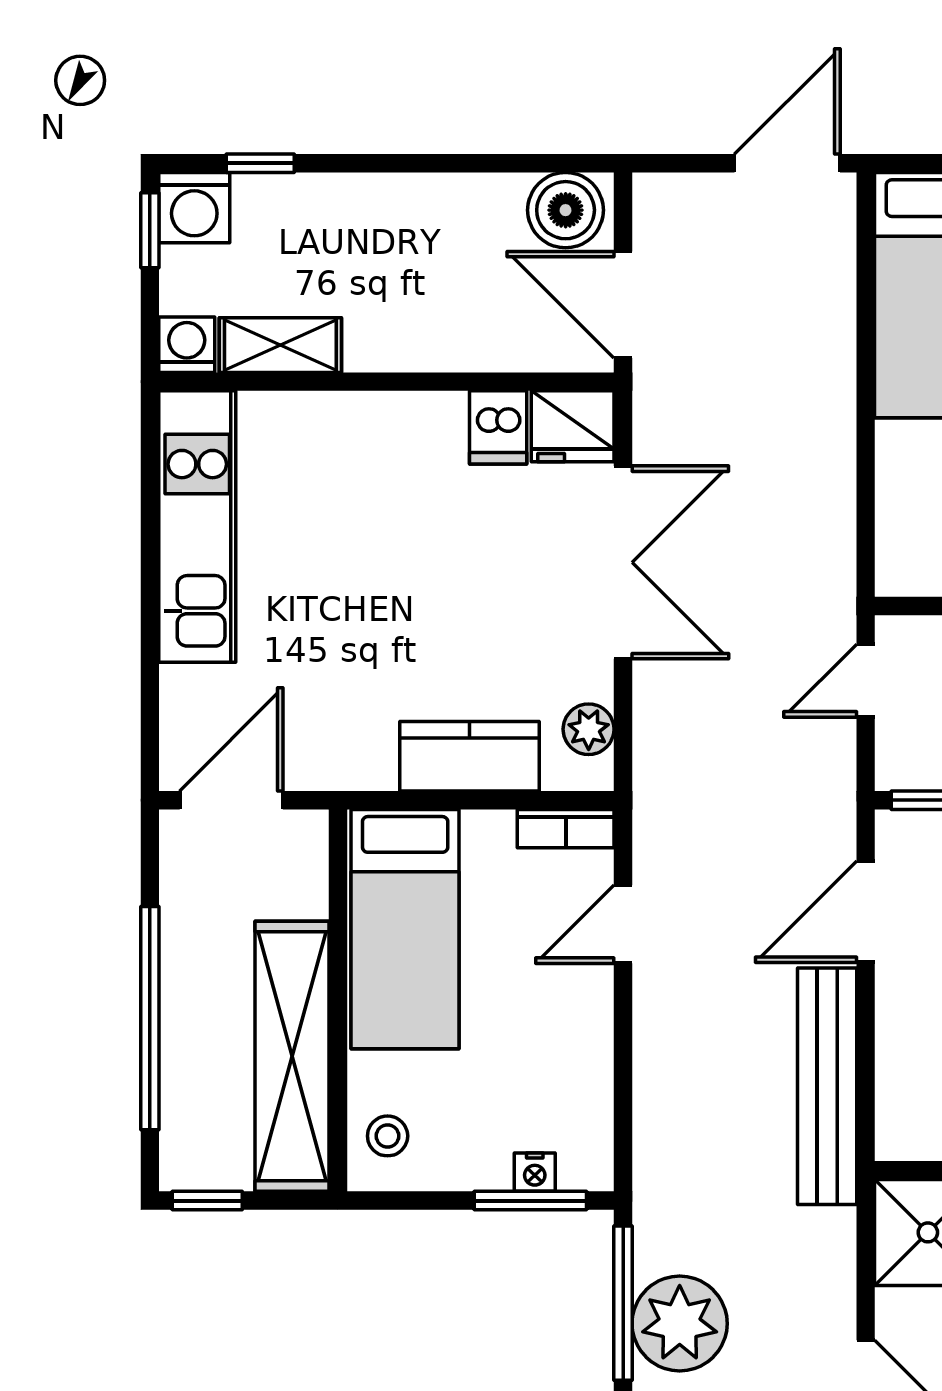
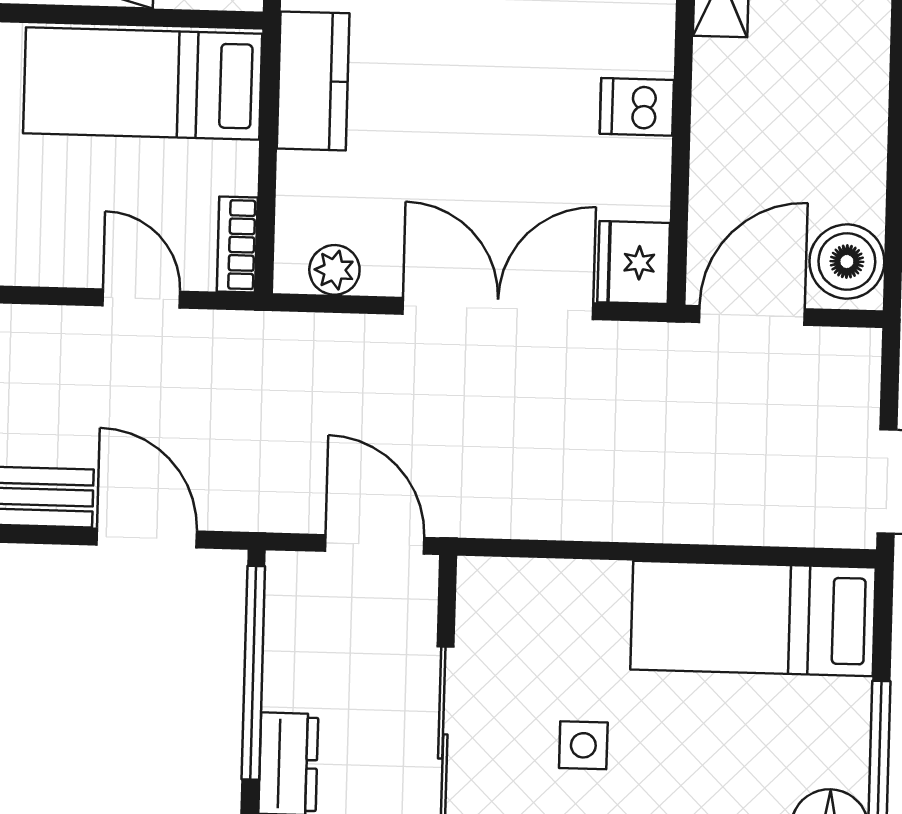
dishwasher: (498, 427) -> (637, 107), moved
double door: (623, 562) -> (498, 308), swing flipped
door: (866, 681) -> (375, 544), width x1.37
kitchen counter: (470, 756) -> (313, 81), moved

